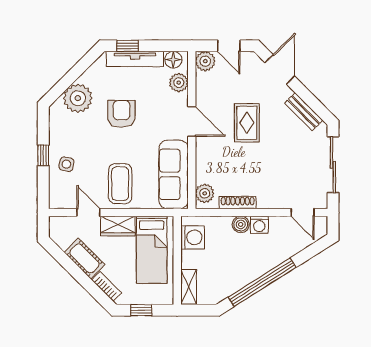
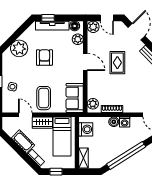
sofa: (173, 174) -> (75, 98), width x0.73

